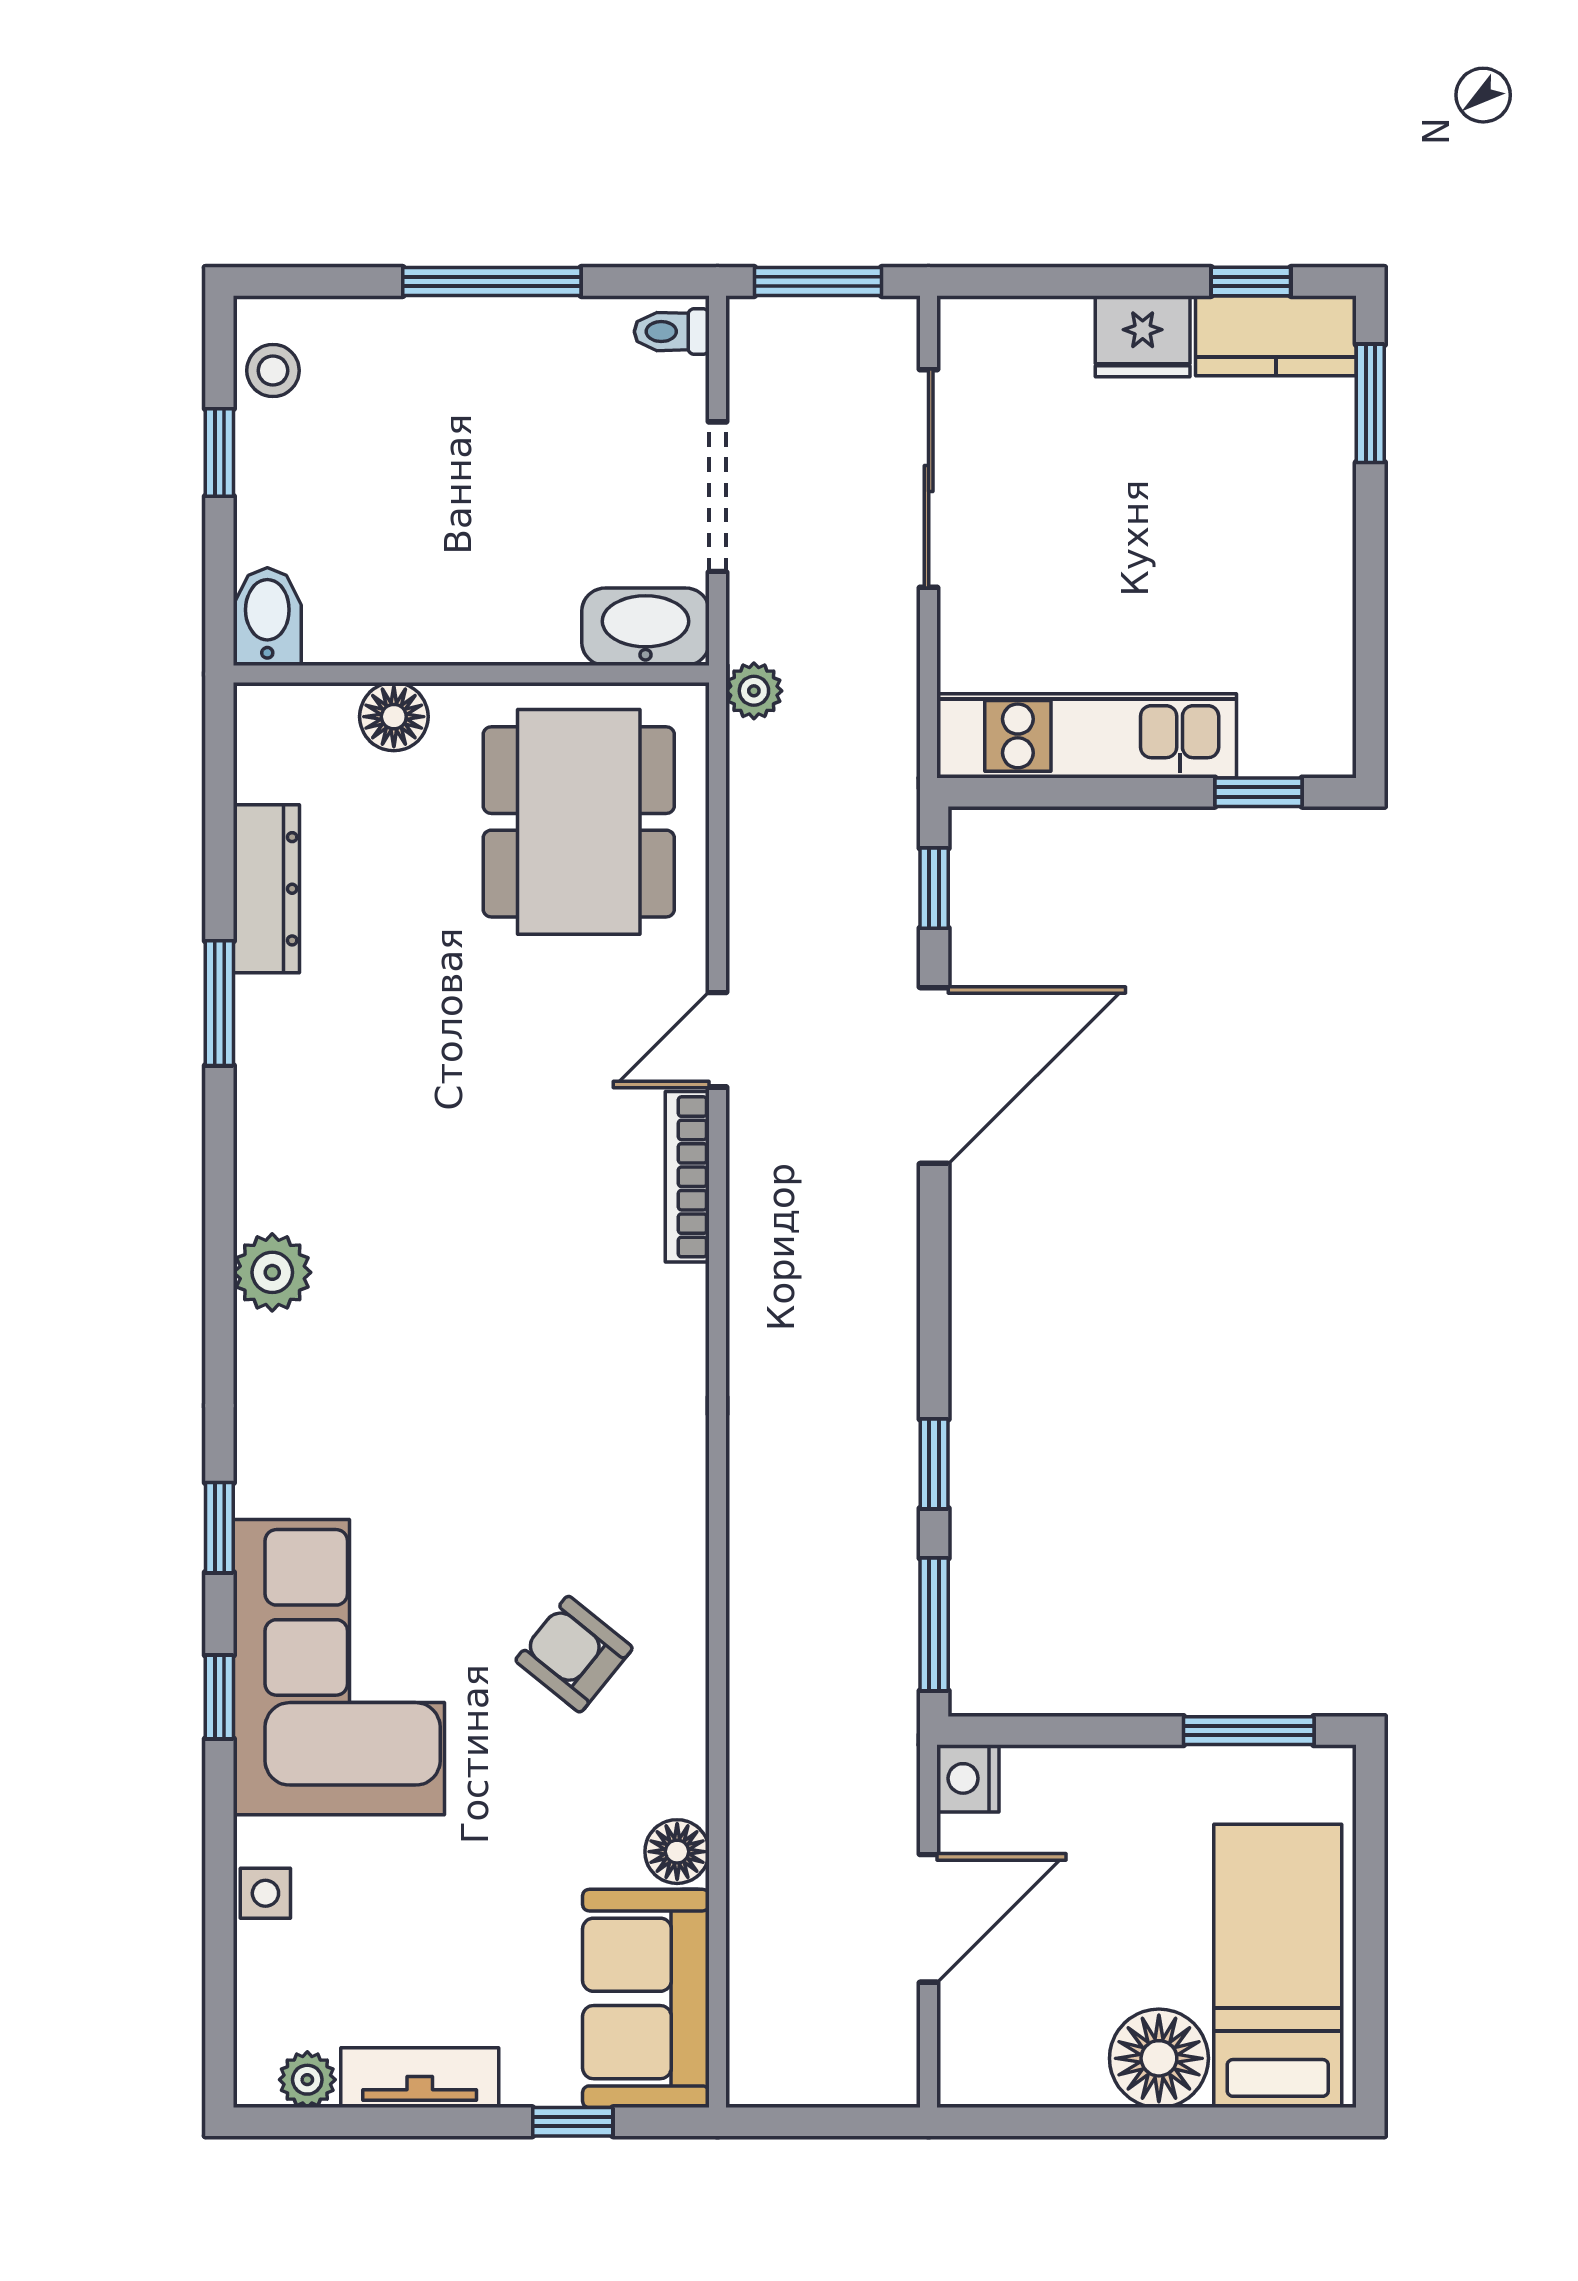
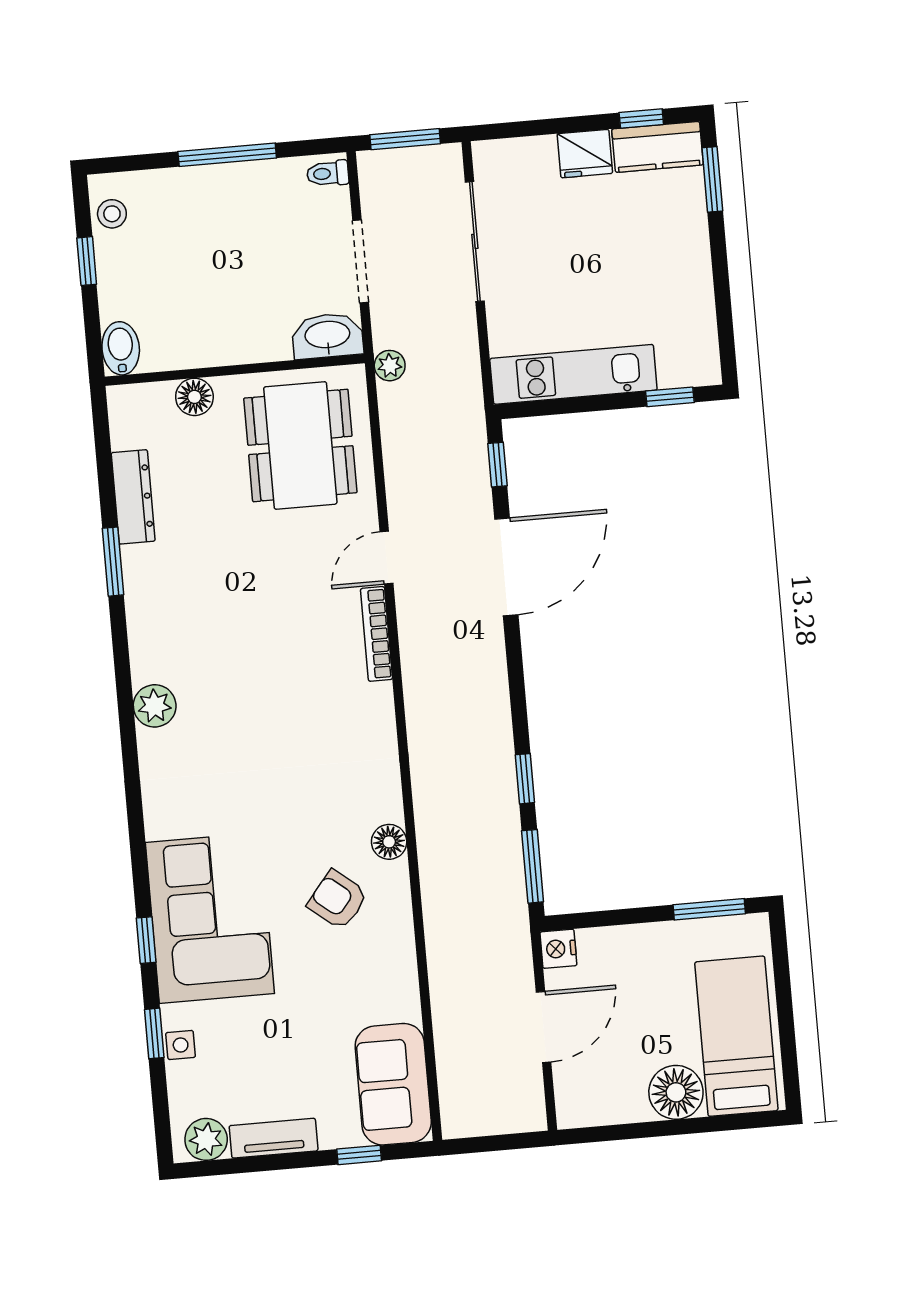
window: (219, 1528) -> (154, 1033), moved
floor lamp: (677, 1852) -> (389, 842), moved
plant: (307, 2080) -> (206, 1139), width x1.38, depth x1.38

